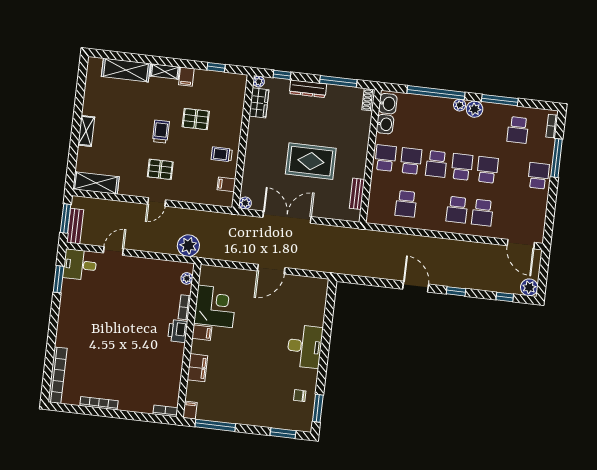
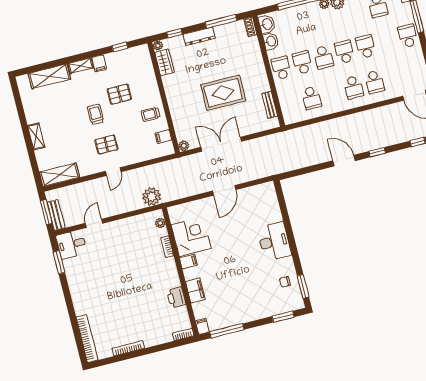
printer: (178, 331) -> (176, 297), moved

